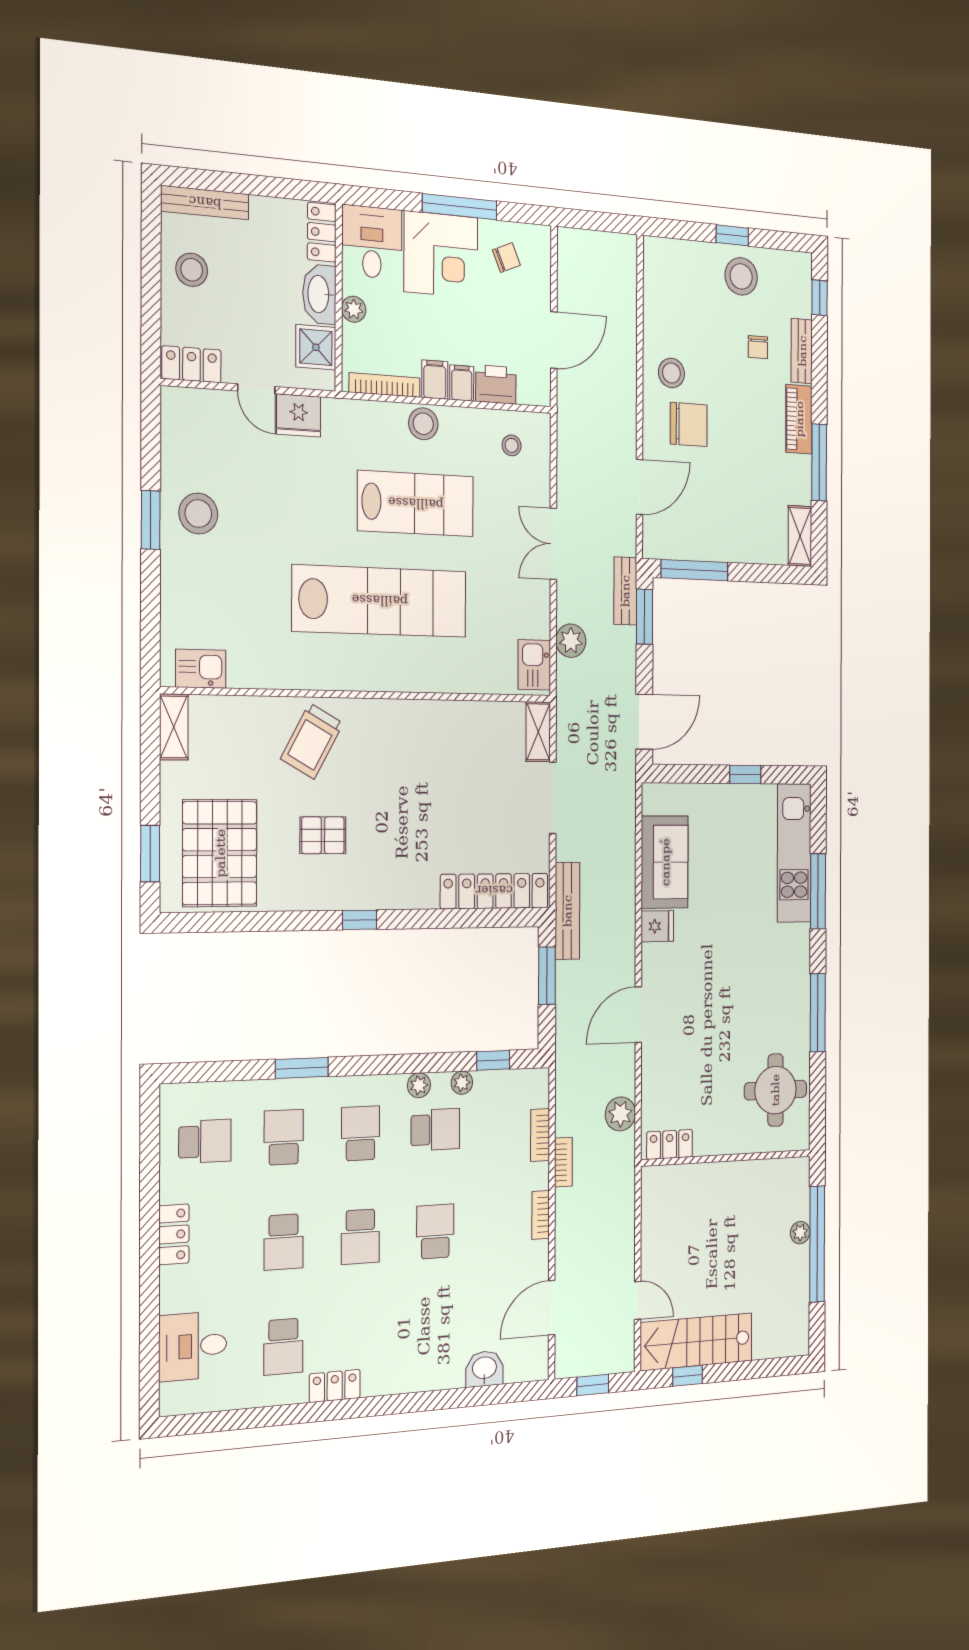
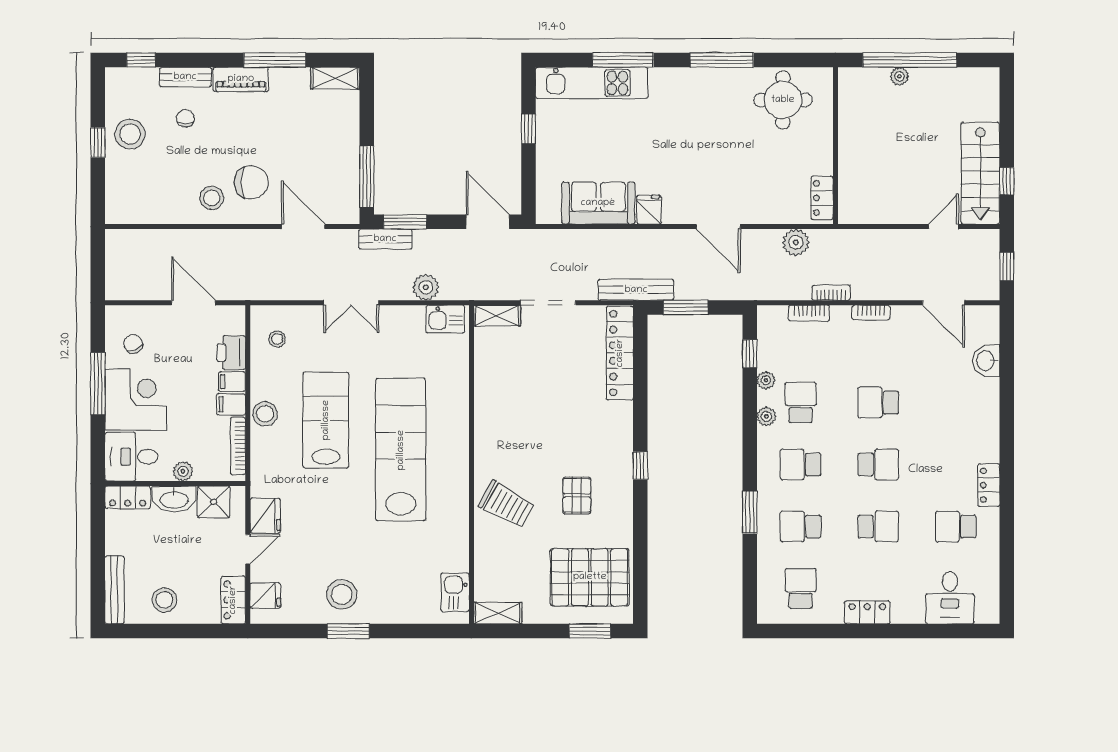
chair: (758, 347) -> (185, 118), turned -90
fridge: (197, 409) -> (265, 596), added
chair: (689, 424) -> (251, 182), turned 90
school desk: (283, 1347) -> (956, 527), turned 180

